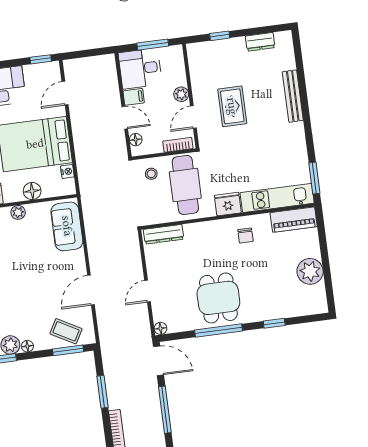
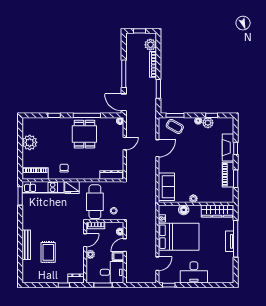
dresser: (260, 42) -> (76, 279), moved
rug: (232, 106) -> (48, 252), moved
door: (125, 118) -> (125, 245), hinge flipped

